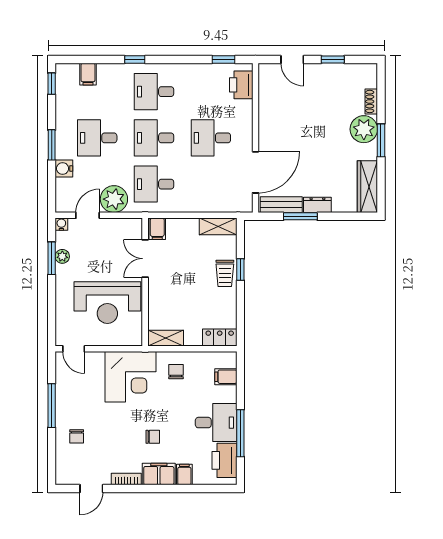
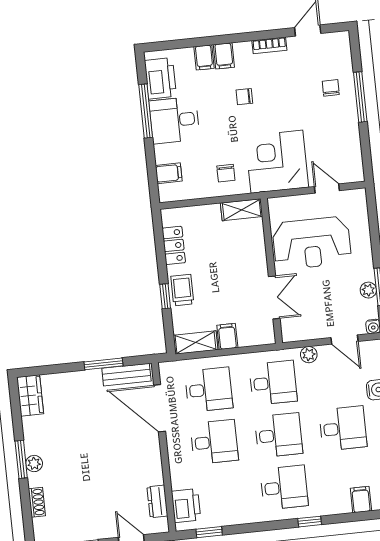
plant: (364, 129) -> (34, 464), width x0.53, depth x0.53
door: (255, 172) -> (160, 408), hinge flipped
desk: (211, 184) -> (209, 390), added
wardrobe: (367, 187) -> (30, 396), width x0.67
plant: (114, 199) -> (309, 355), width x0.53, depth x0.53
dresser: (317, 205) -> (157, 501), moved, turned 90
door: (88, 215) -> (345, 340), hinge flipped
filing cabinet: (157, 229) -> (227, 336), moved
reception desk: (107, 303) -> (312, 243), turned 180
locker: (220, 337) -> (174, 245), moved, turned -90
door: (74, 349) -> (327, 189), moved
window: (52, 406) -> (360, 97), moved
filing cabinet: (159, 474) -> (224, 56), width x0.50

